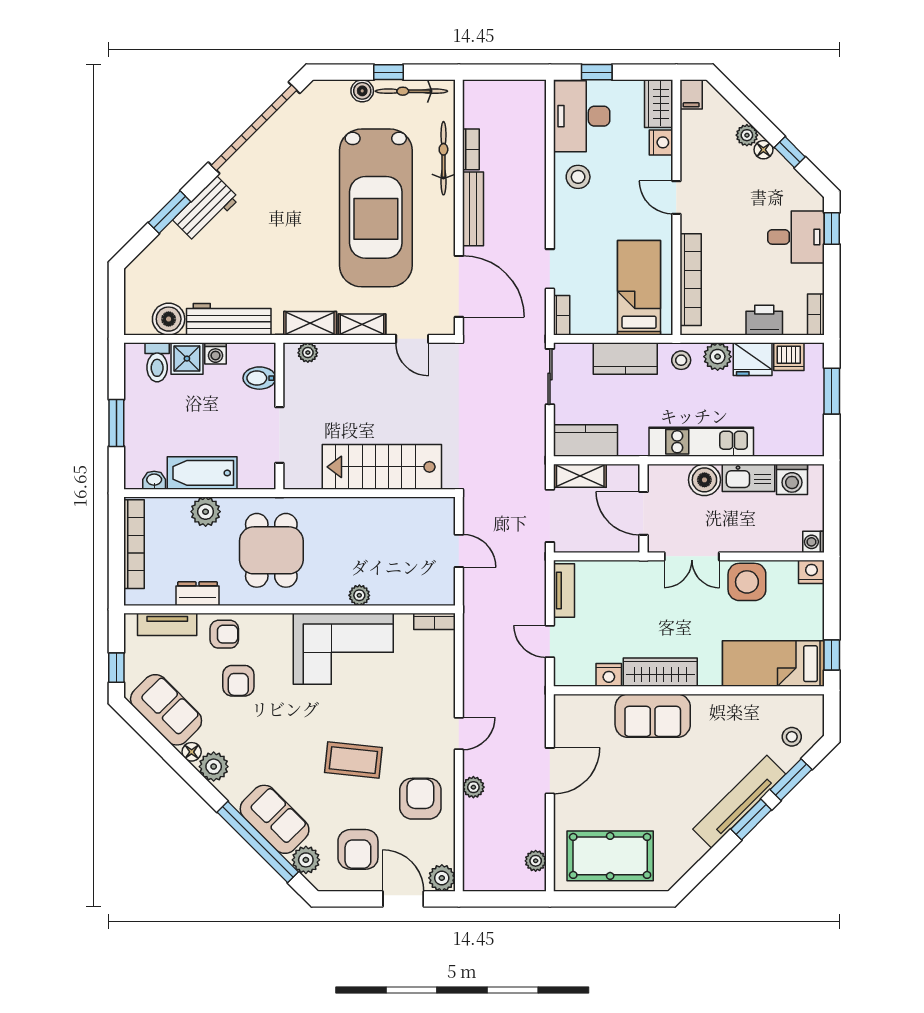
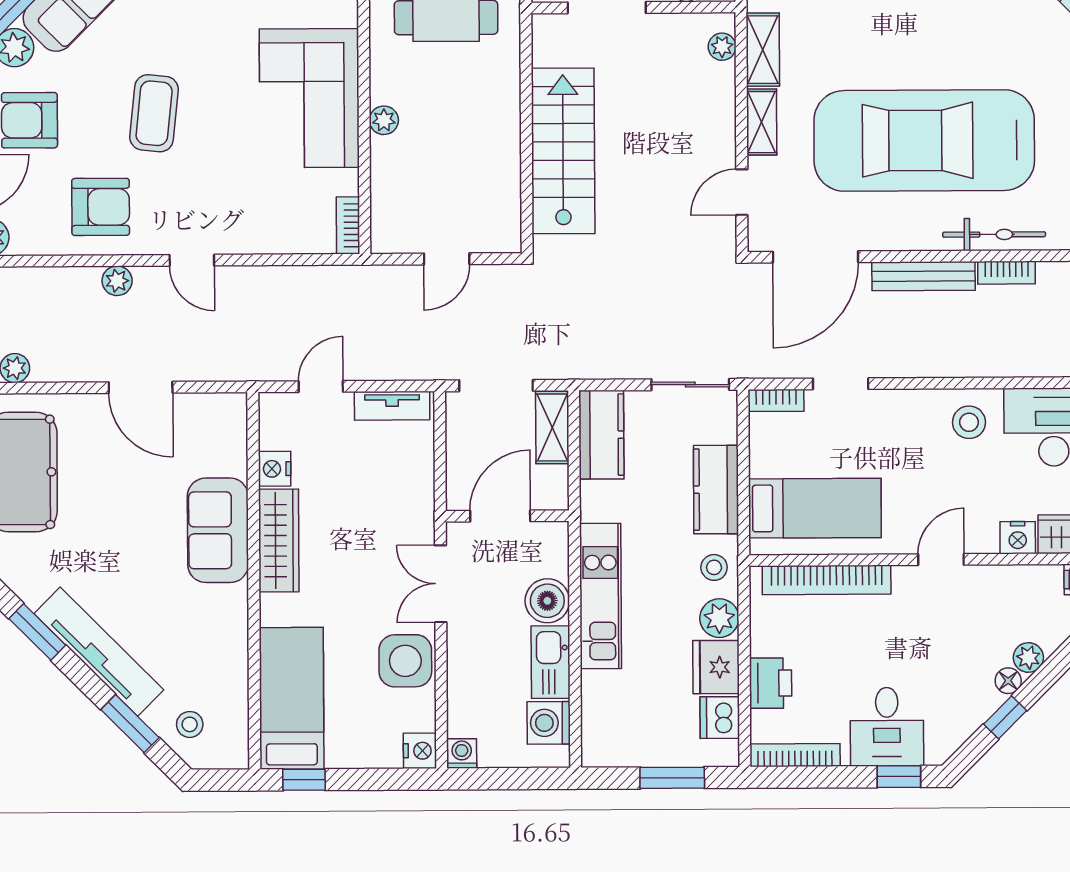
bookcase: (816, 314) -> (795, 755), width x1.56
window: (751, 819) -> (37, 632), moved

